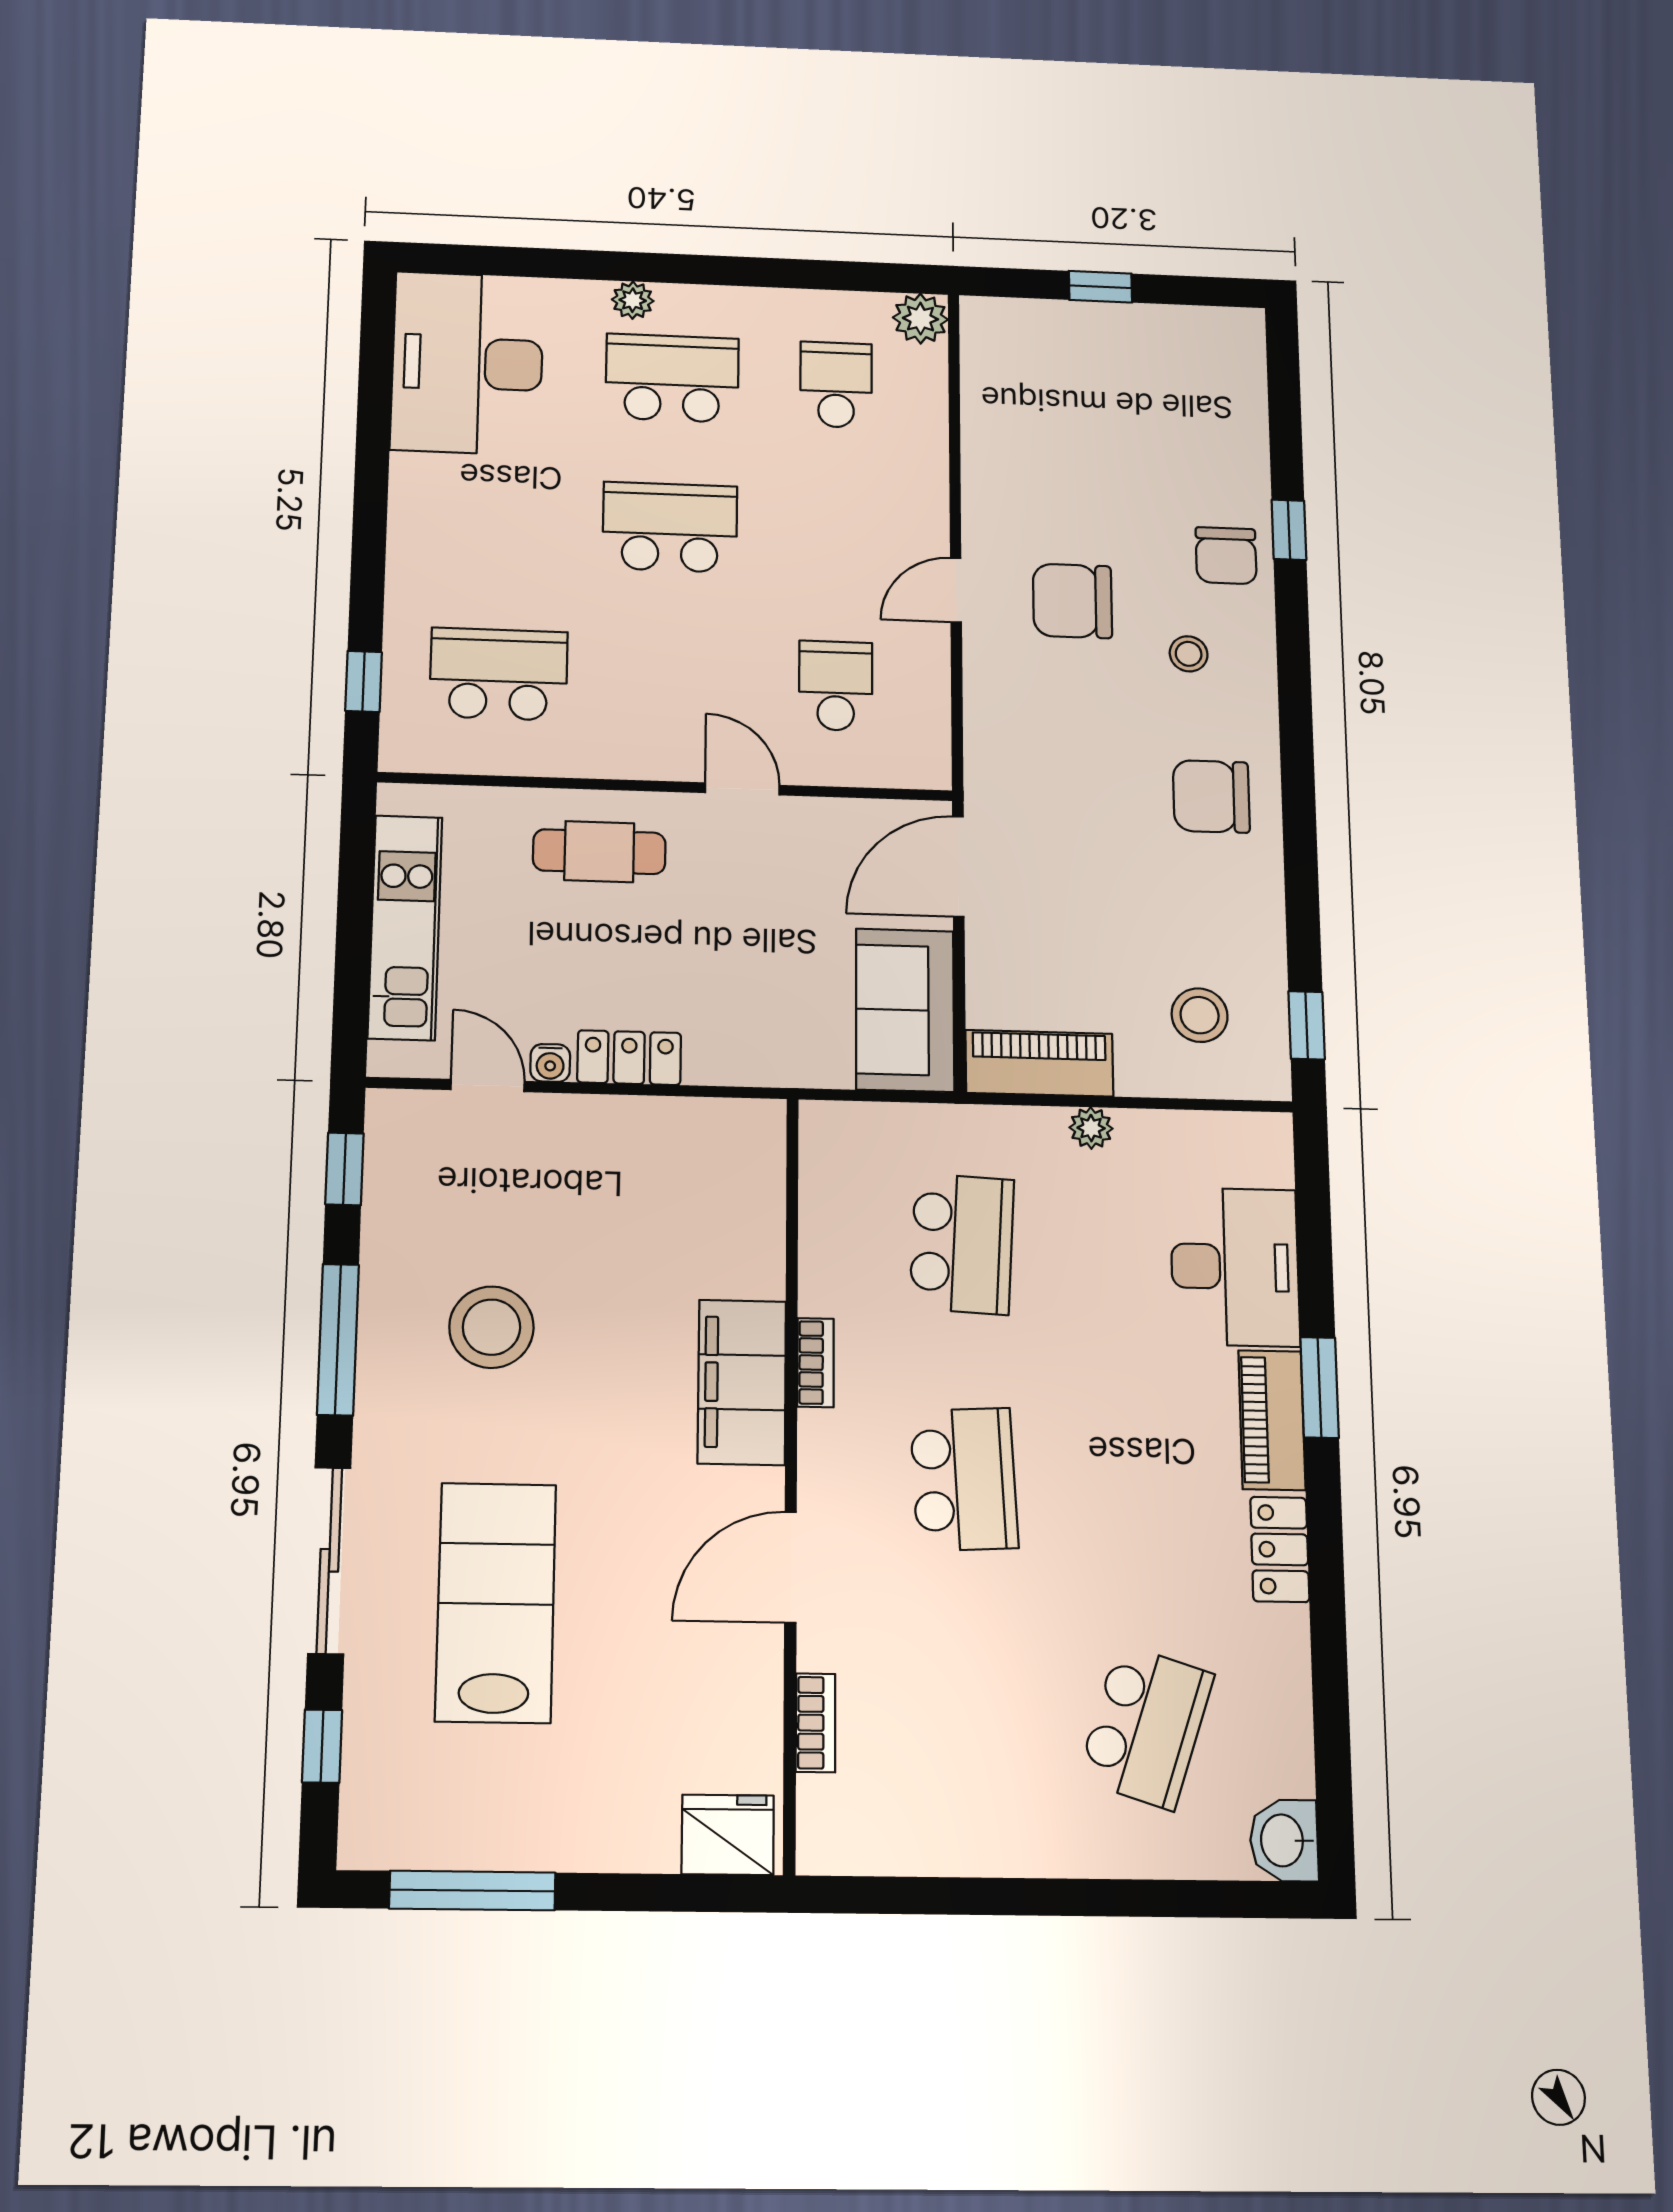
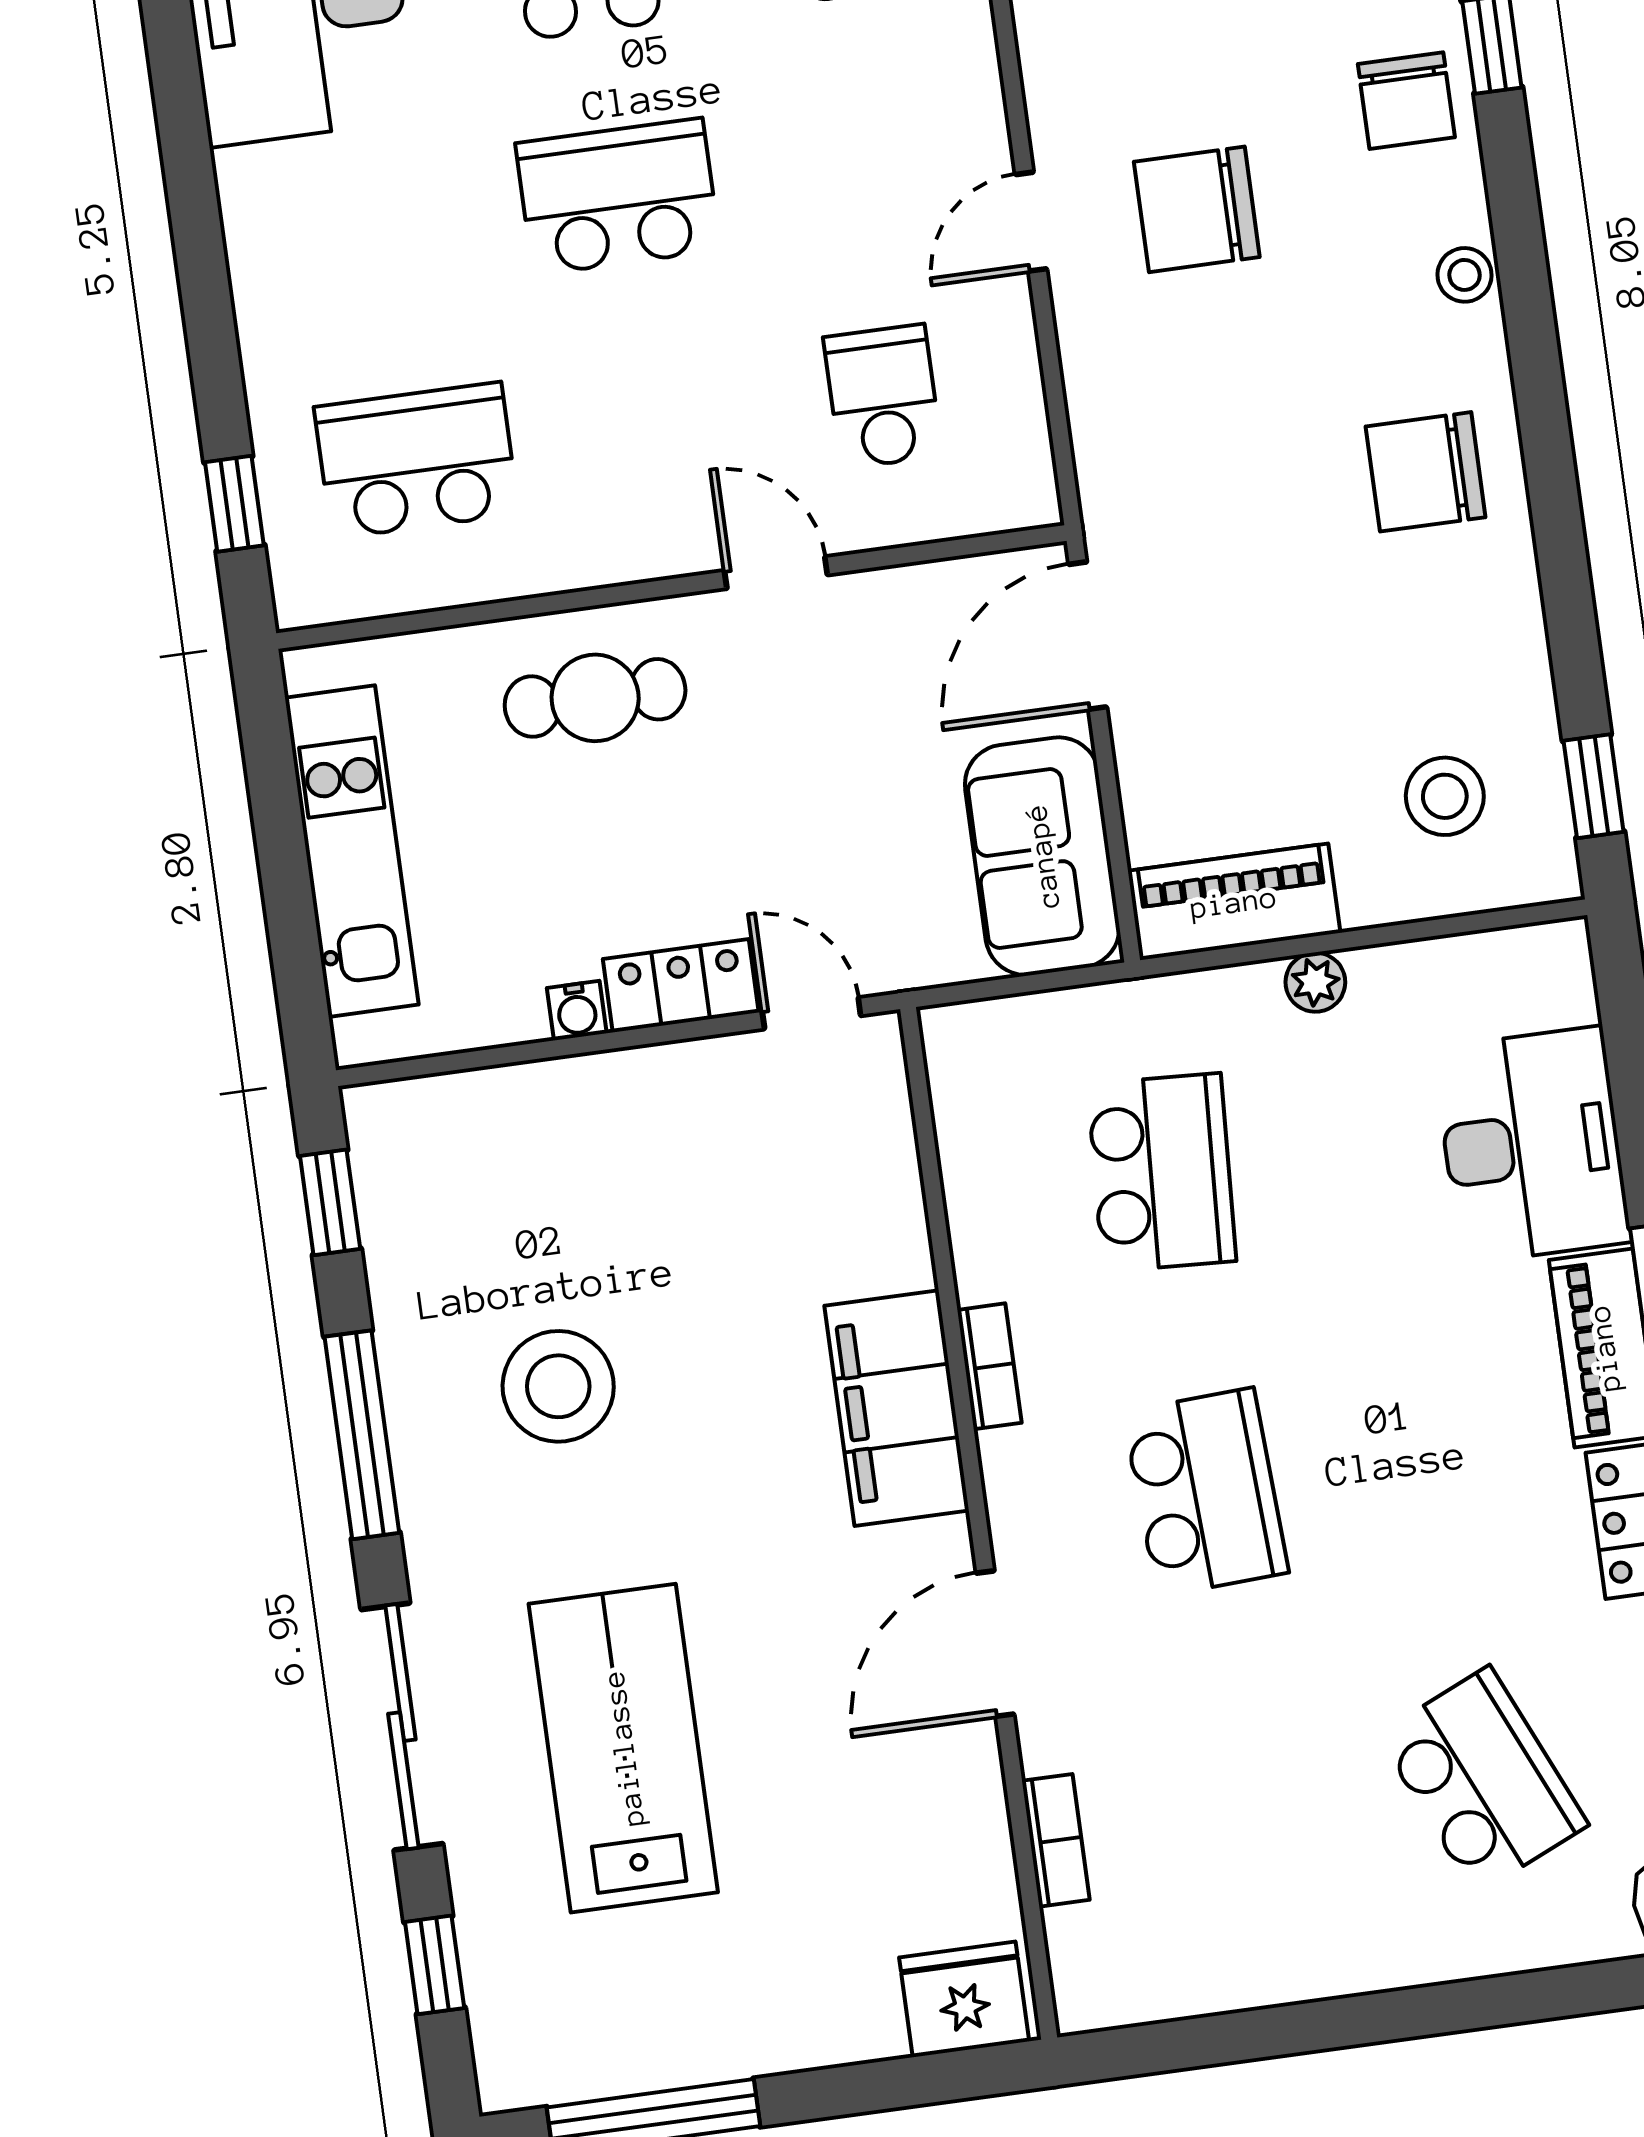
stool: (1189, 654) -> (1465, 275), moved
door: (488, 1086) -> (811, 1013), moved
school desk: (1146, 1726) -> (1483, 1780), turned -42

